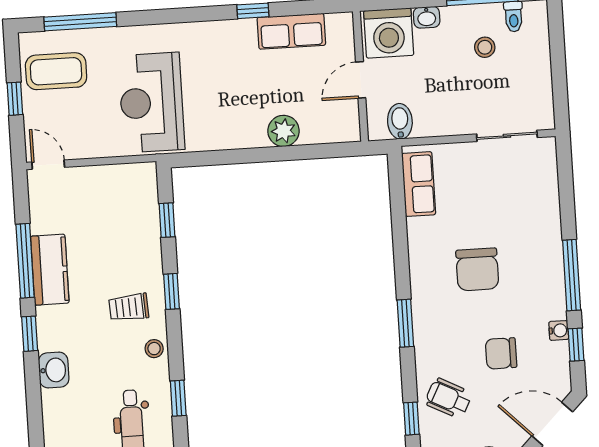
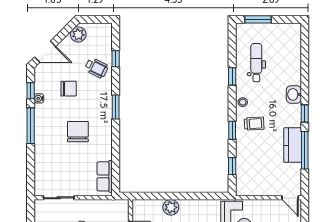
bidet: (400, 121) -> (112, 208), removed

